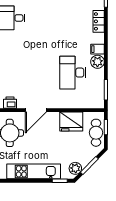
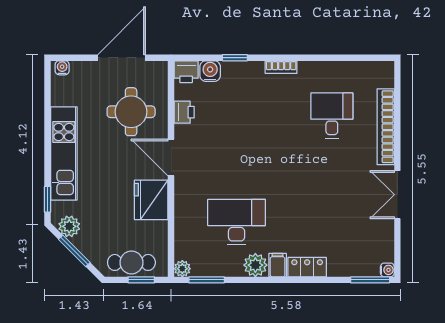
locker: (99, 21) -> (307, 267), moved
plant: (100, 104) -> (182, 269), added
fridge: (71, 121) -> (151, 200), moved

